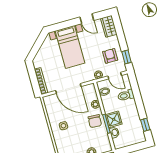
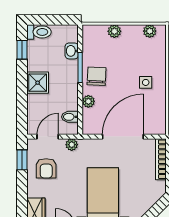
door: (115, 76) -> (48, 137), hinge flipped
door: (68, 88) -> (123, 137), hinge flipped
toilet: (126, 95) -> (39, 32), moved
shower: (114, 119) -> (38, 83), moved

